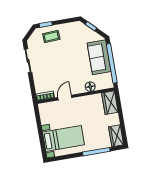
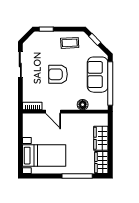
coffee table: (51, 36) -> (70, 43), moved
armchair: (63, 63) -> (58, 74), added
door: (65, 98) -> (53, 112), swing flipped
wardrobe: (110, 103) -> (101, 138), moved

